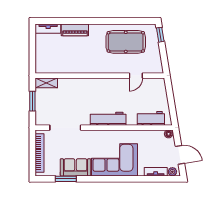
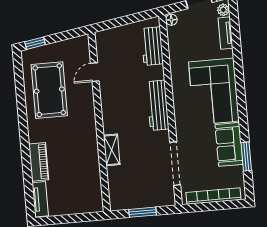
door: (136, 76) -> (95, 72), swing flipped
shelving: (46, 83) -> (112, 150), moved

